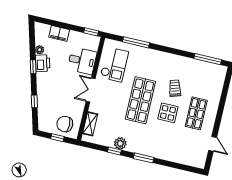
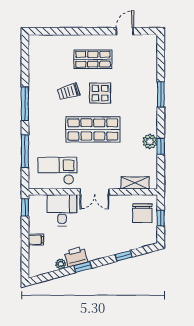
filing cabinet: (59, 33) -> (36, 240), width x0.50
window: (208, 59) -> (25, 104), moved
window: (144, 158) -> (161, 94), moved

